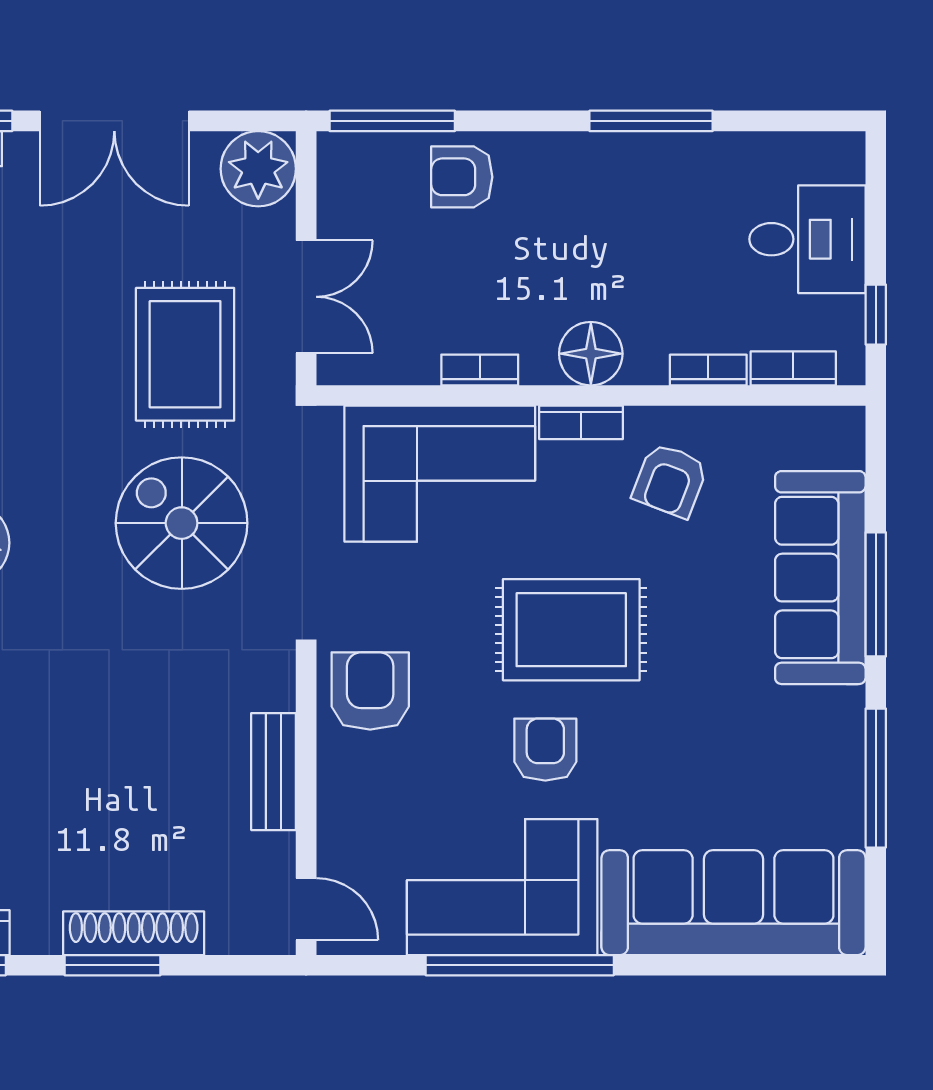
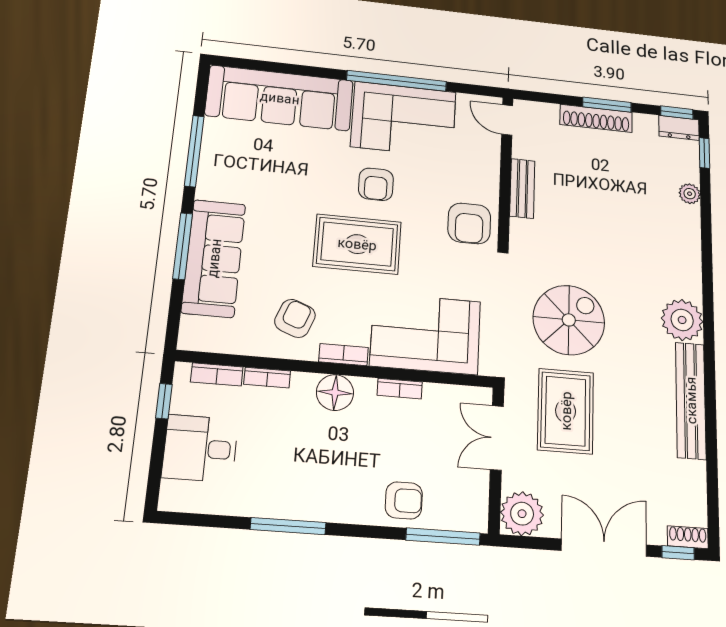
spiral stairs: (182, 523) -> (569, 320), turned -90

